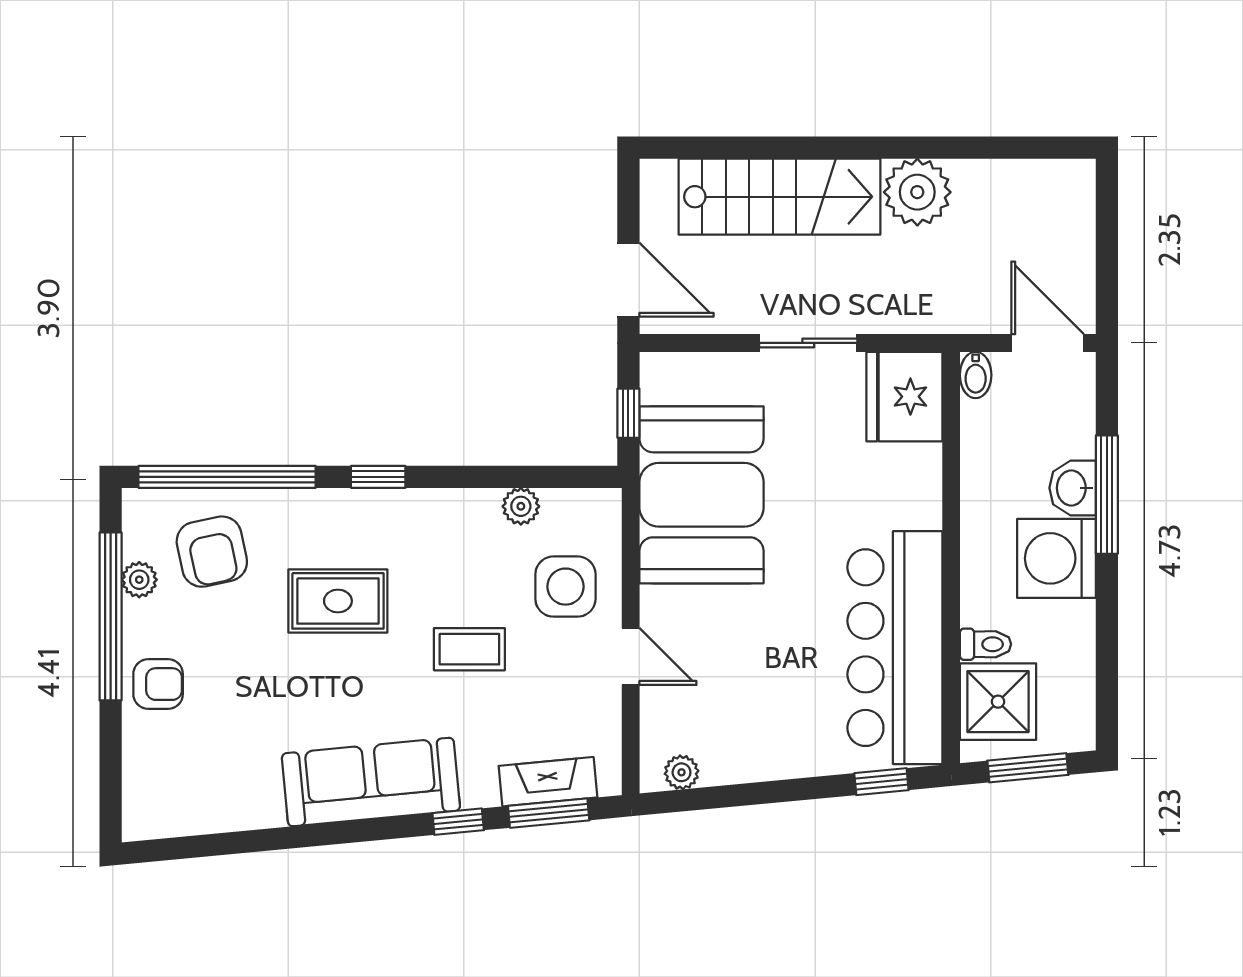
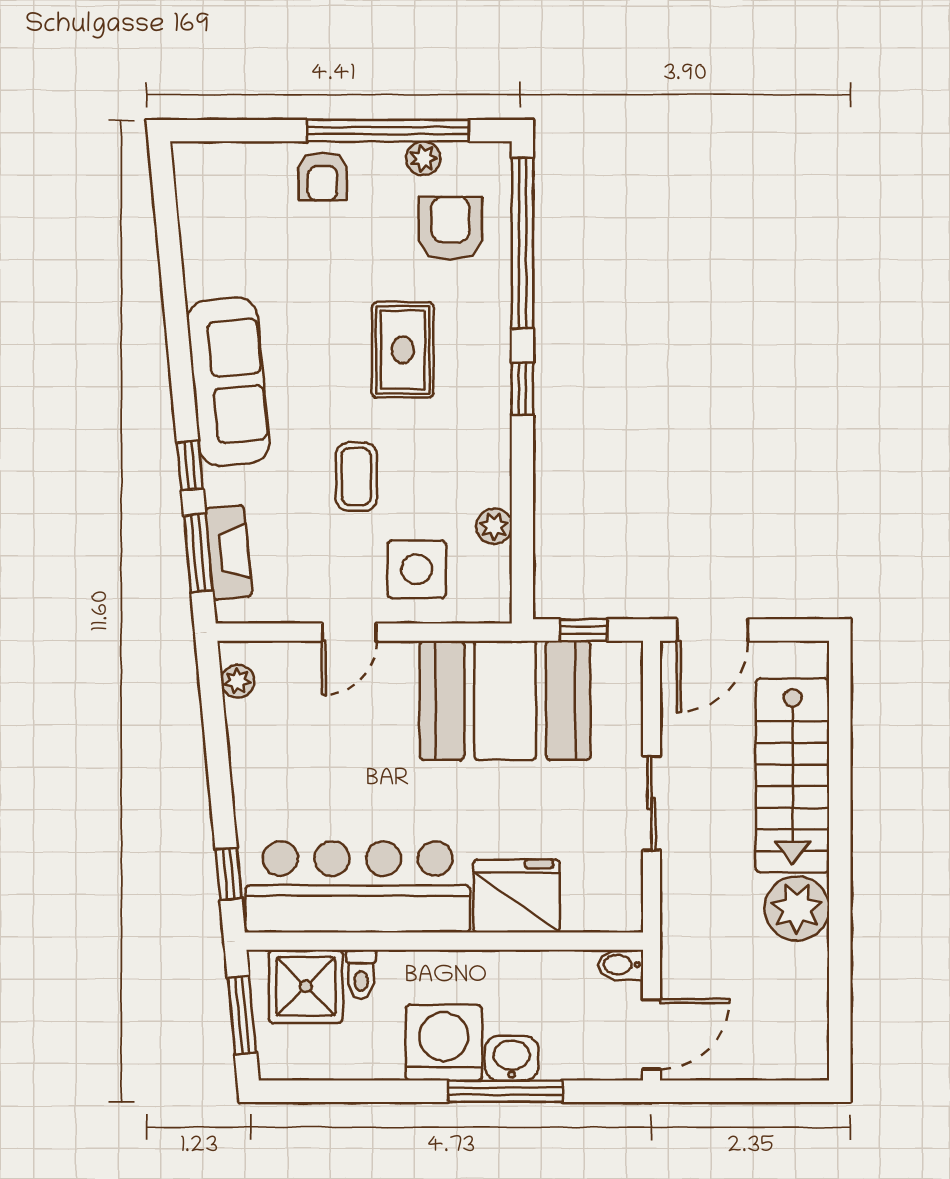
fridge: (904, 397) -> (517, 896), moved
armchair: (212, 552) -> (450, 228), turned 102

